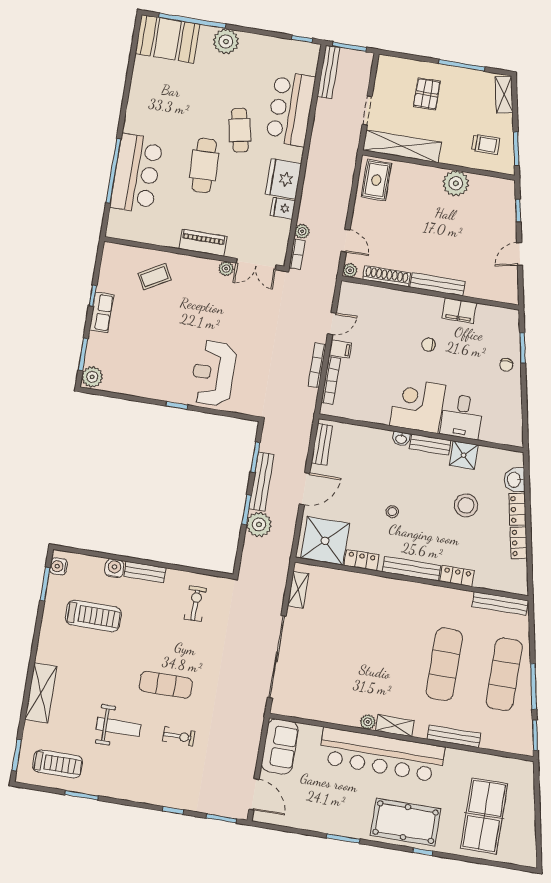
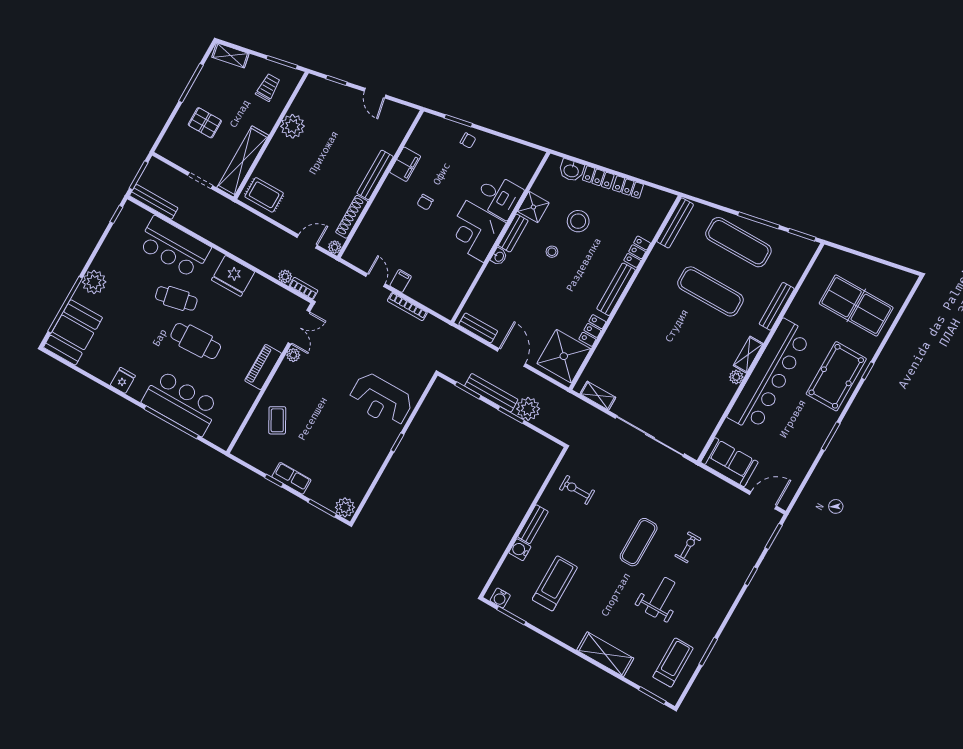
fridge: (283, 208) -> (123, 380), moved, turned 180
bookcase: (331, 381) -> (425, 300), removed
stool: (392, 512) -> (552, 252), moved

